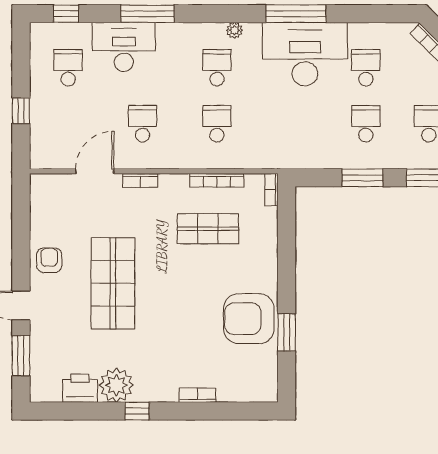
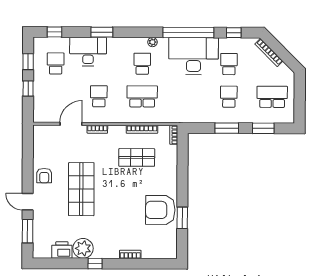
window: (147, 14) -> (102, 32), width x0.69
window: (296, 14) -> (188, 32), width x1.46
window: (374, 14) -> (234, 33), added
window: (21, 65) -> (28, 62), added
school desk: (217, 124) -> (142, 96), width x1.85
armchair: (49, 260) -> (44, 176), turned 180

